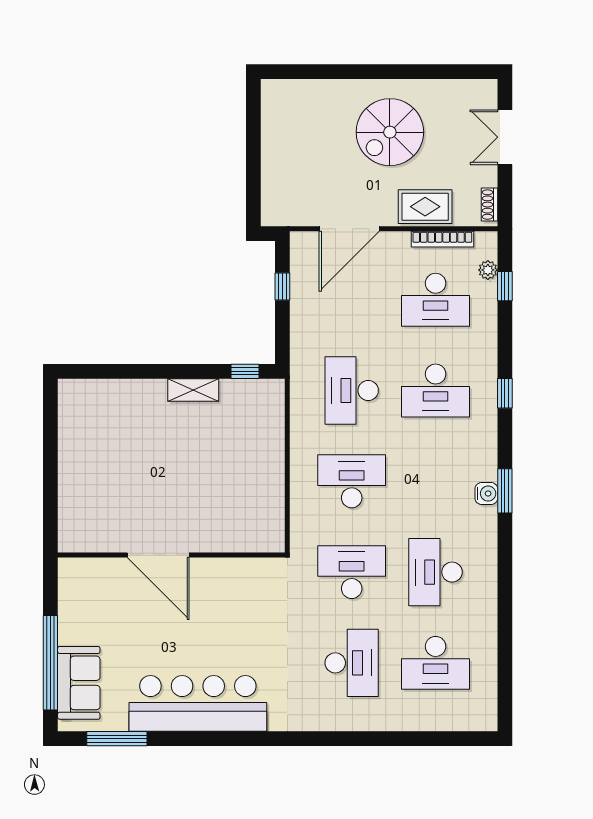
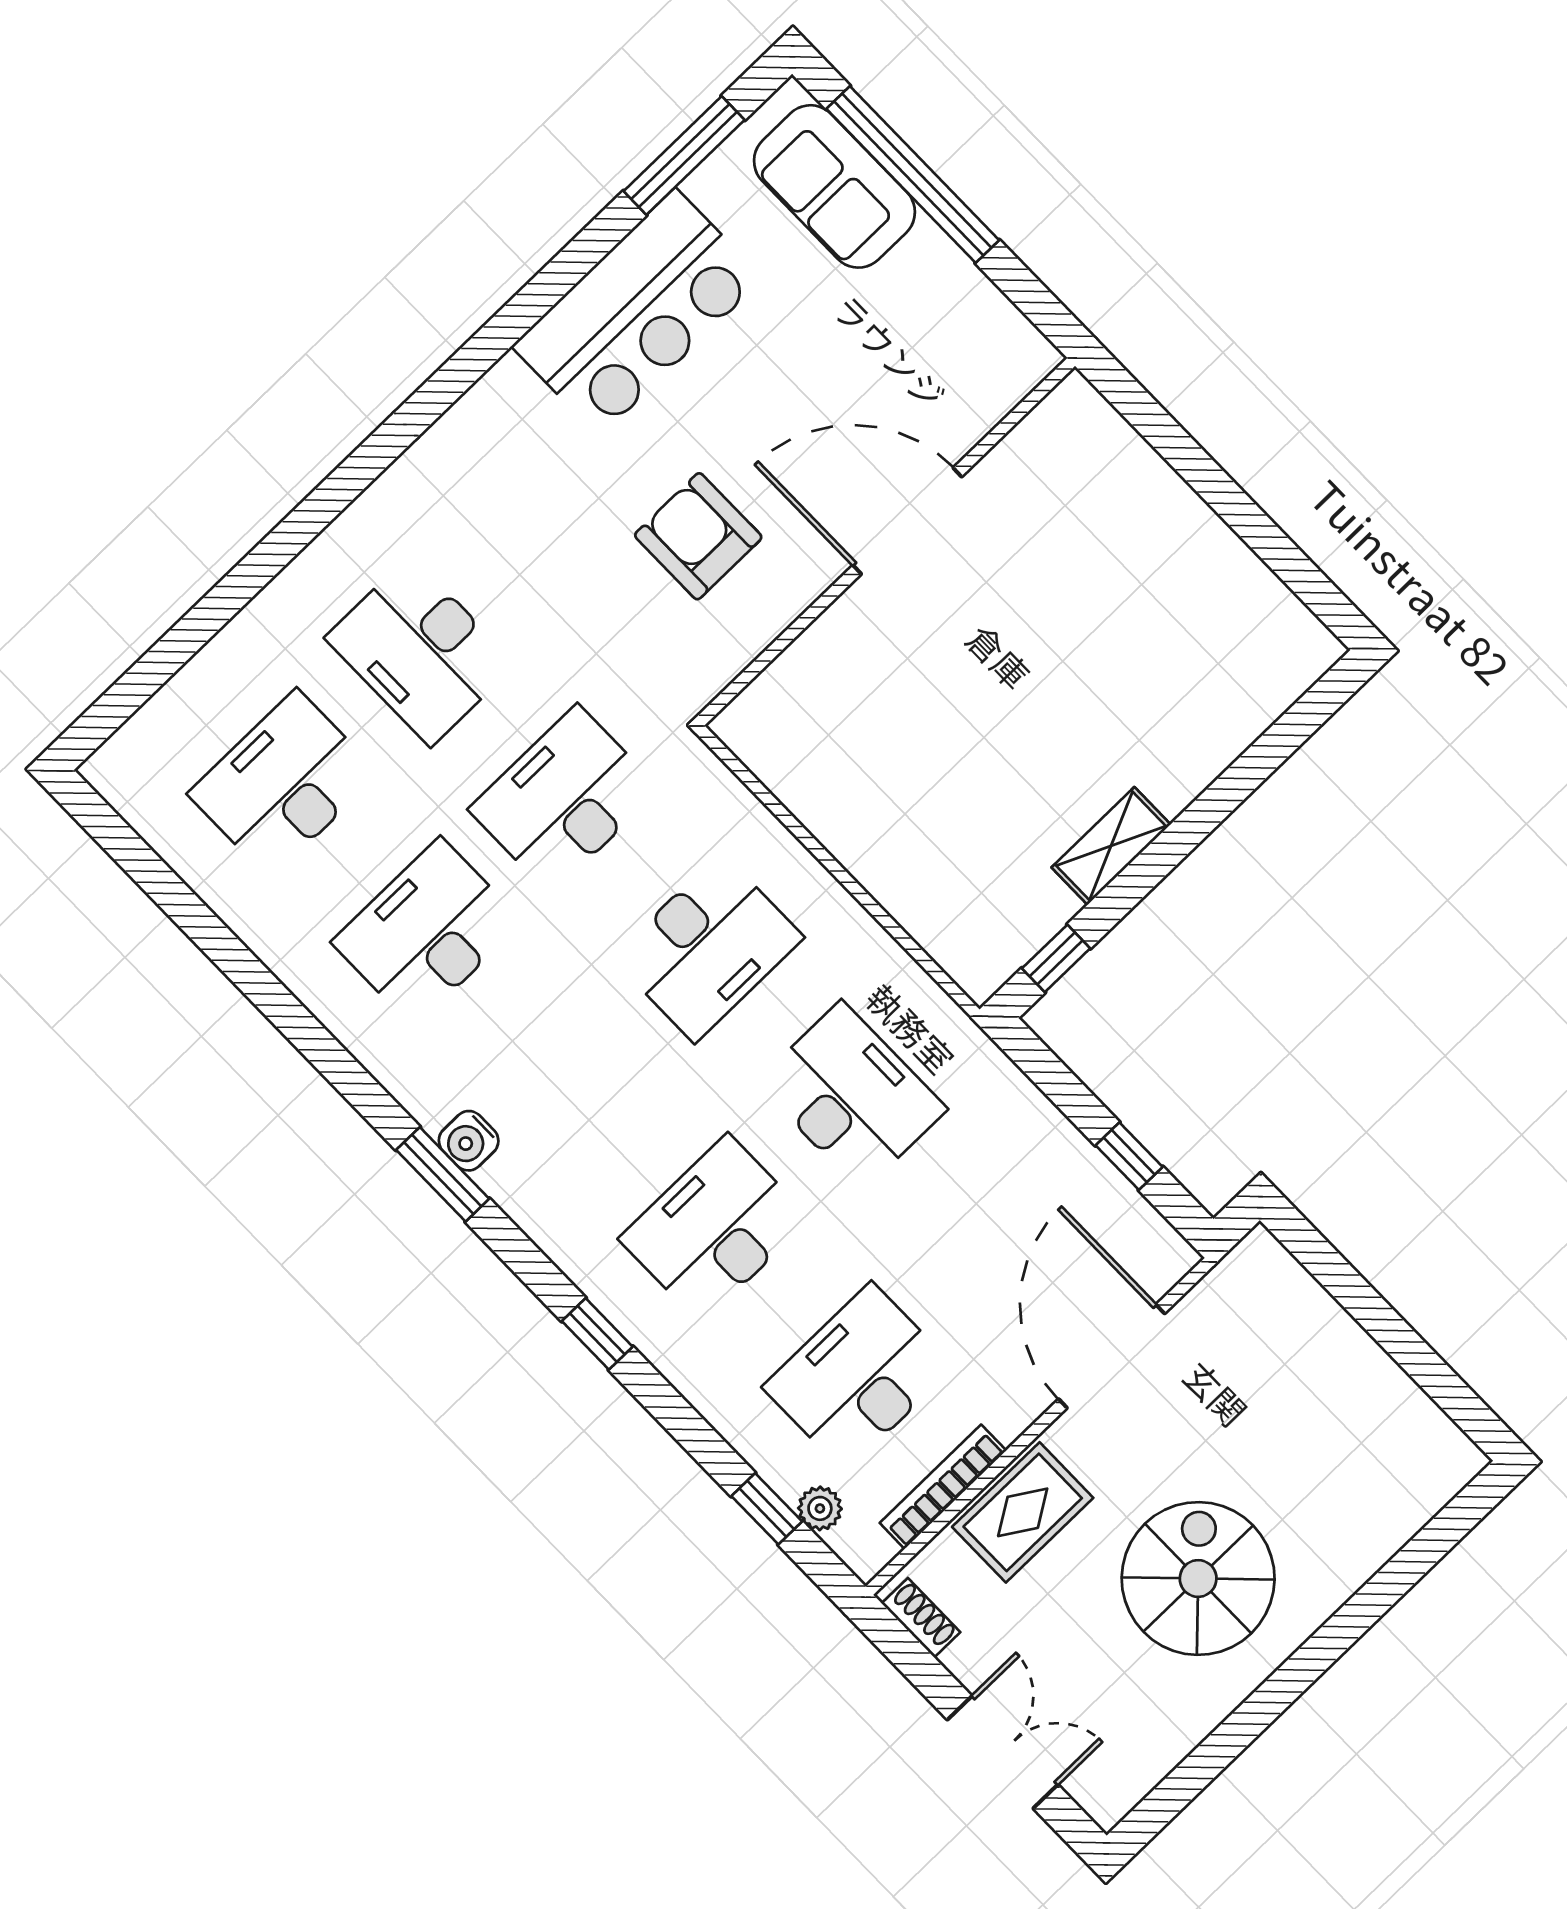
desk: (352, 572) -> (564, 799), turned 180
desk: (436, 572) -> (427, 932), turned -90
armchair: (229, 614) -> (698, 536), added
bar counter: (198, 703) -> (637, 312), width x0.73

